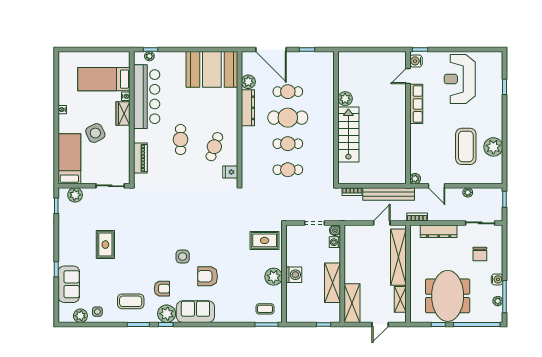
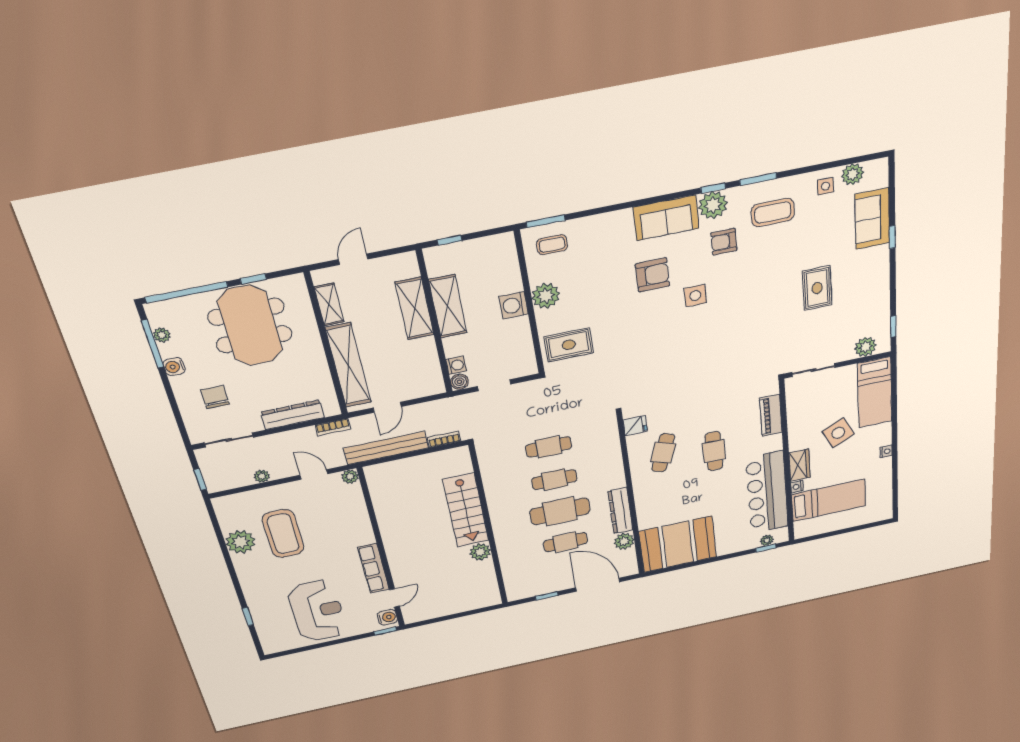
shelving: (352, 303) -> (415, 309), moved

